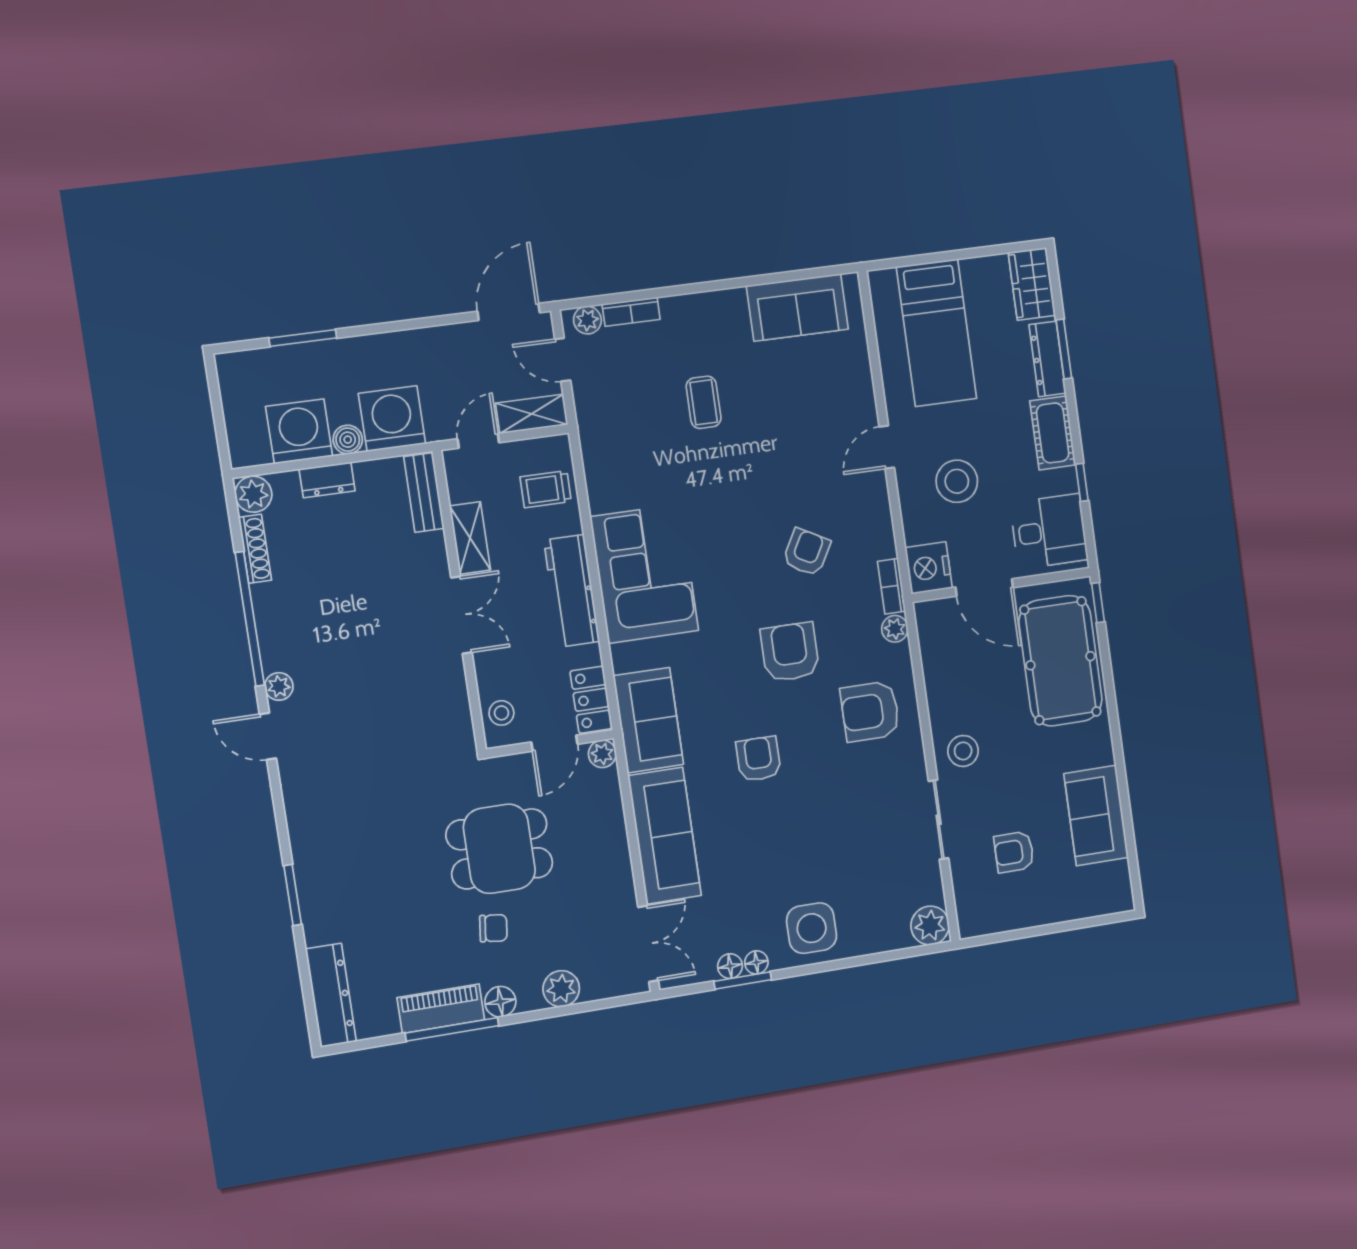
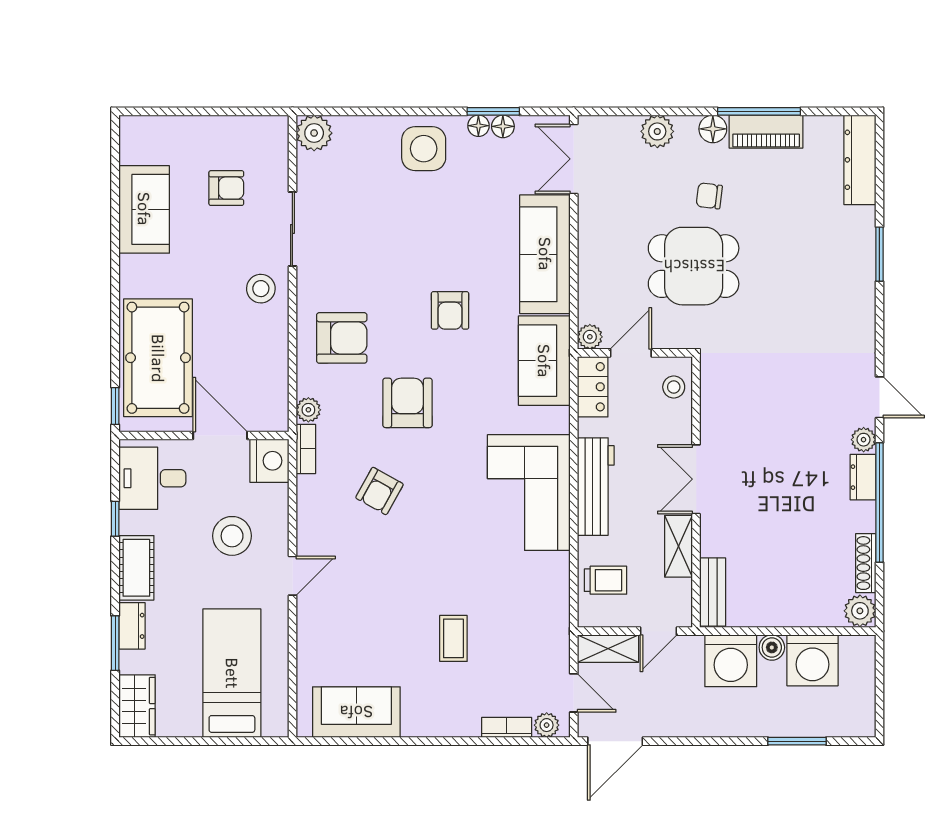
dresser: (1047, 359) -> (132, 626), width x0.70
dresser: (327, 480) -> (863, 477), moved, turned -90
armchair: (790, 652) -> (408, 403), turned 180

